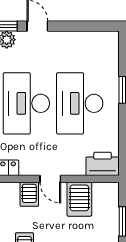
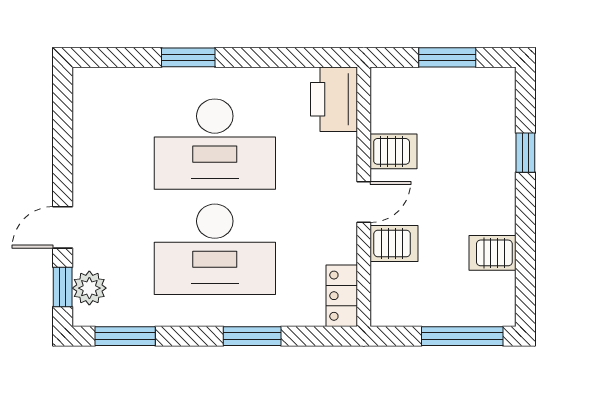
server rack: (79, 199) -> (393, 151), width x0.73, depth x0.70

